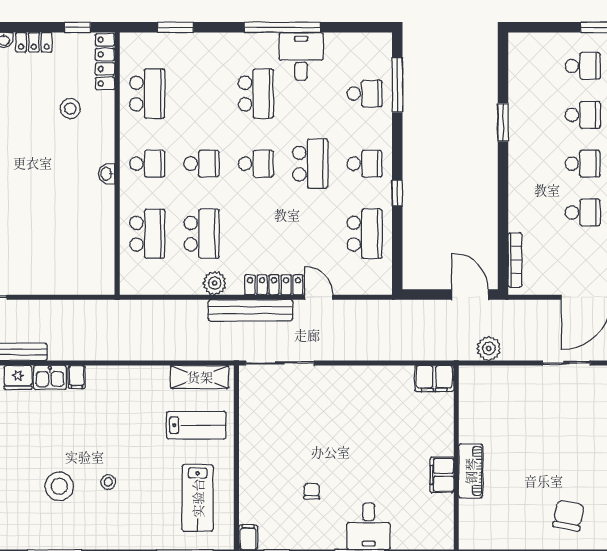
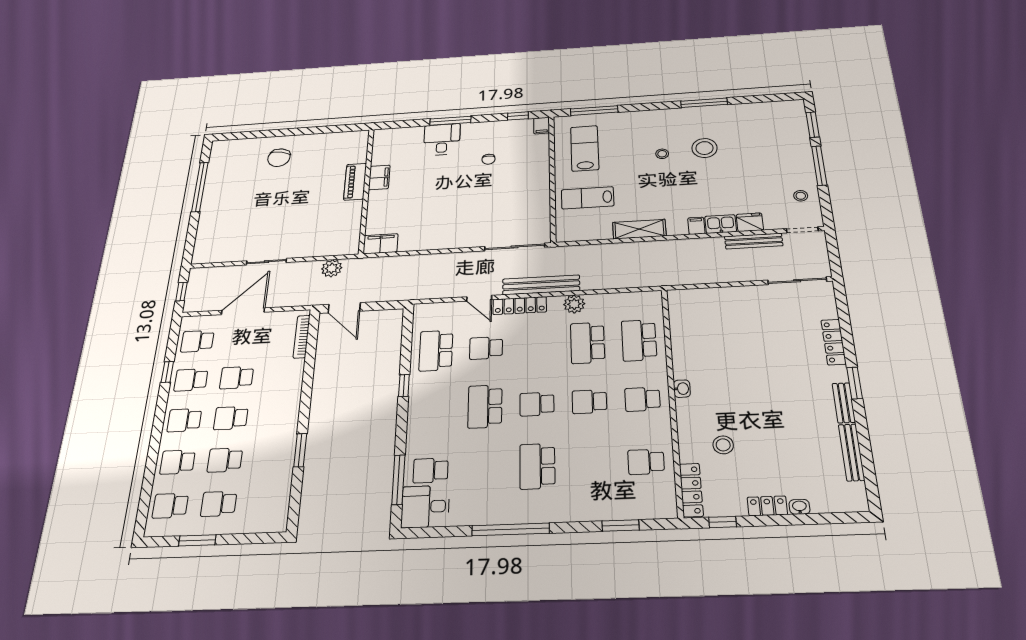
desk: (301, 56) -> (425, 507), moved, turned 90
school desk: (147, 94) -> (646, 462), width x0.54
school desk: (365, 164) -> (486, 348), moved
shelving: (200, 377) -> (639, 229), moved

